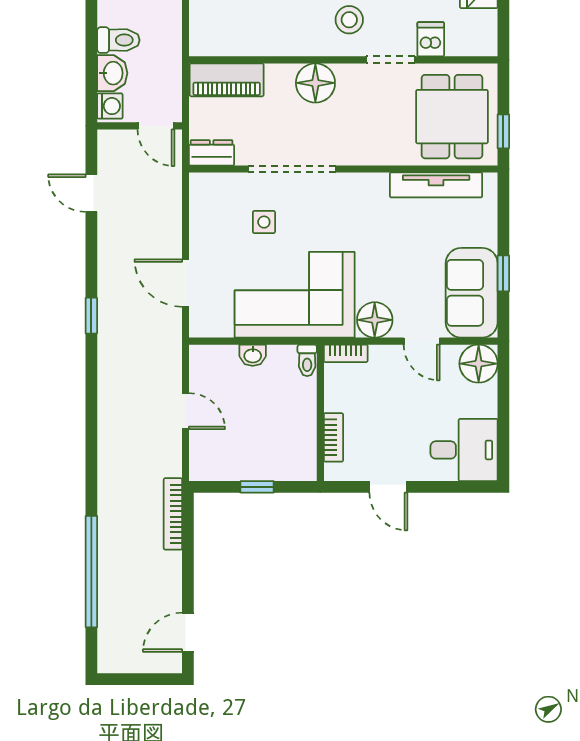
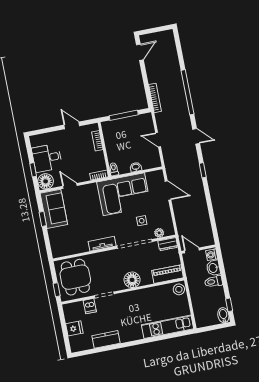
stool: (349, 20) -> (179, 289), moved
window: (503, 131) -> (57, 290), moved
plant: (227, 184) -> (159, 233), added
tv unit: (436, 185) -> (102, 244), moved, width x0.71
door: (91, 193) -> (196, 136), moved
floor lamp: (375, 320) -> (90, 191), removed
window: (503, 397) -> (33, 170), added
desk: (464, 450) -> (47, 158), moved
window: (257, 487) -> (124, 115), width x2.17
window: (91, 572) -> (187, 92), moved

